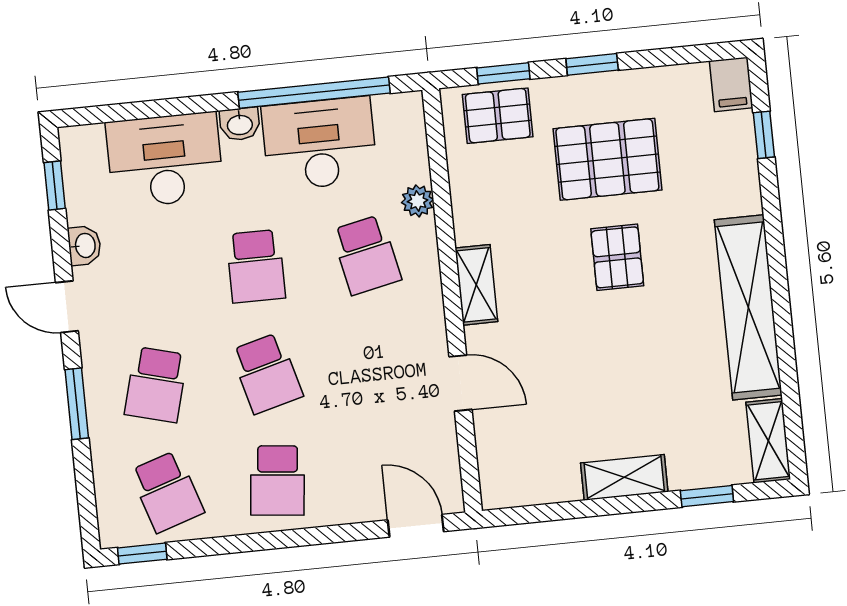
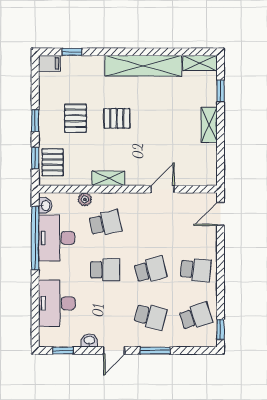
washbasin: (240, 124) -> (45, 206), moved
pallet: (607, 159) -> (75, 118), width x0.67, depth x0.71
shelving: (476, 285) -> (108, 178), moved

